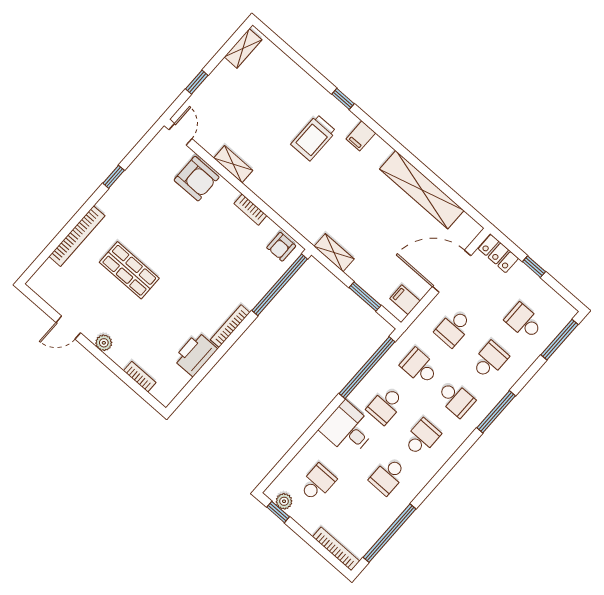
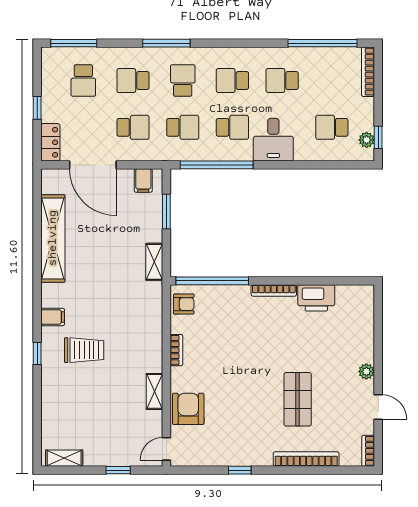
school desk: (419, 367) -> (183, 127), turned -90
bookcase: (140, 377) -> (368, 451), moved
school desk: (388, 476) -> (282, 81), turned 180

